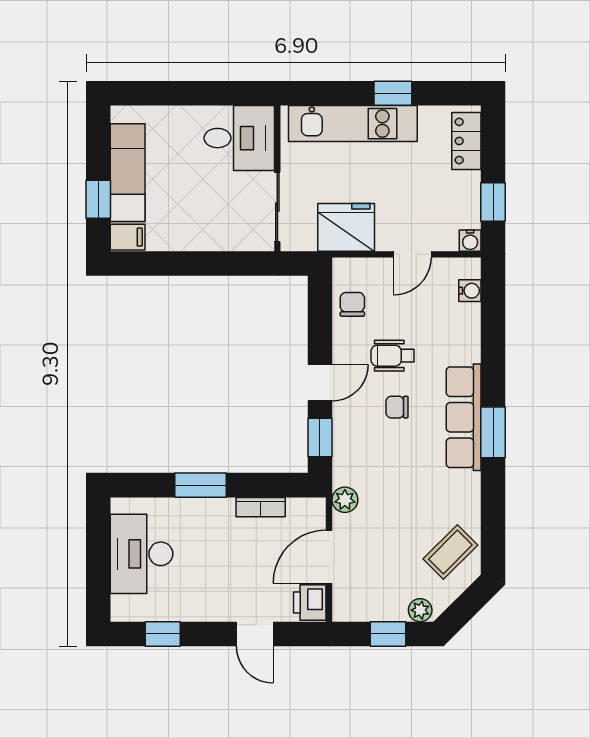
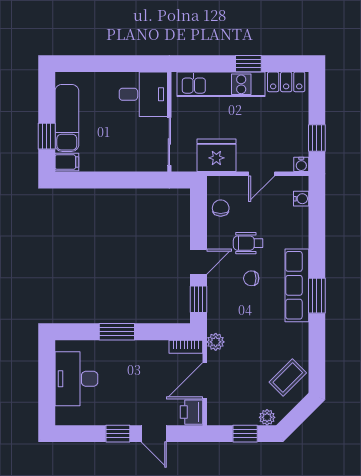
locker: (466, 141) -> (286, 82), moved, turned -90
bookcase: (261, 507) -> (186, 347), moved
window: (163, 634) -> (118, 434), moved

